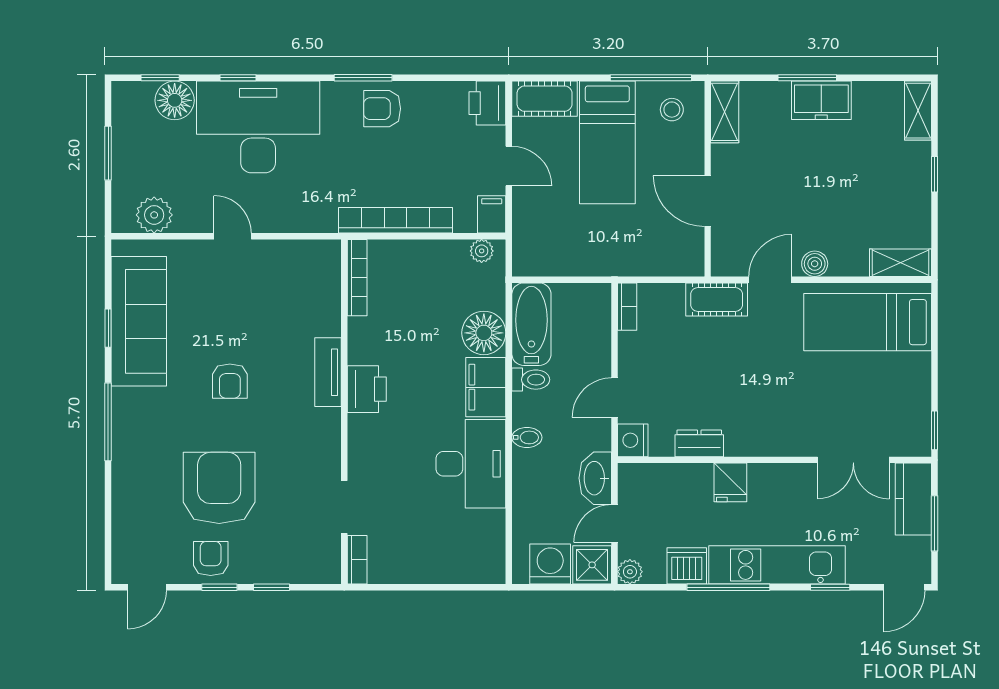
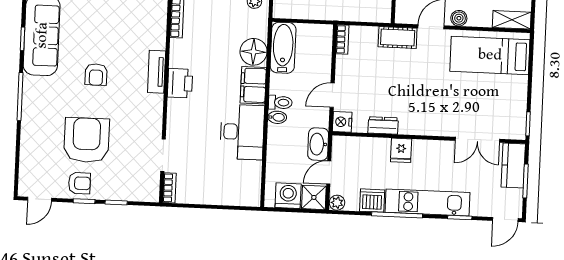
toilet: (531, 380) -> (280, 102), moved
armchair: (211, 558) -> (79, 183), turned 90

